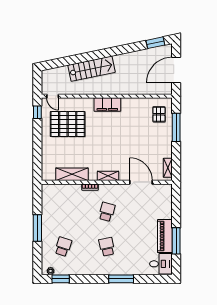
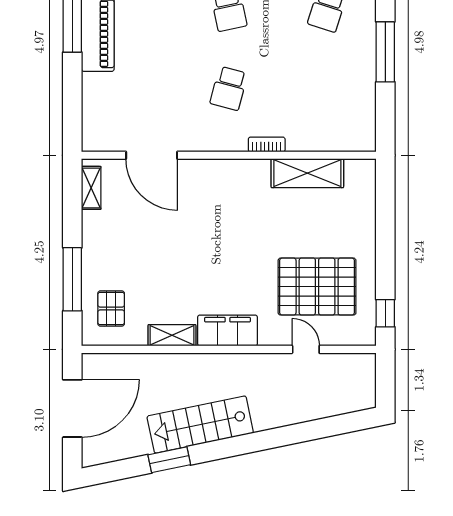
window: (155, 43) -> (169, 460), moved
stairs: (91, 69) -> (200, 425), moved
door: (53, 96) -> (306, 349), moved
shelving: (108, 176) -> (172, 335), moved

